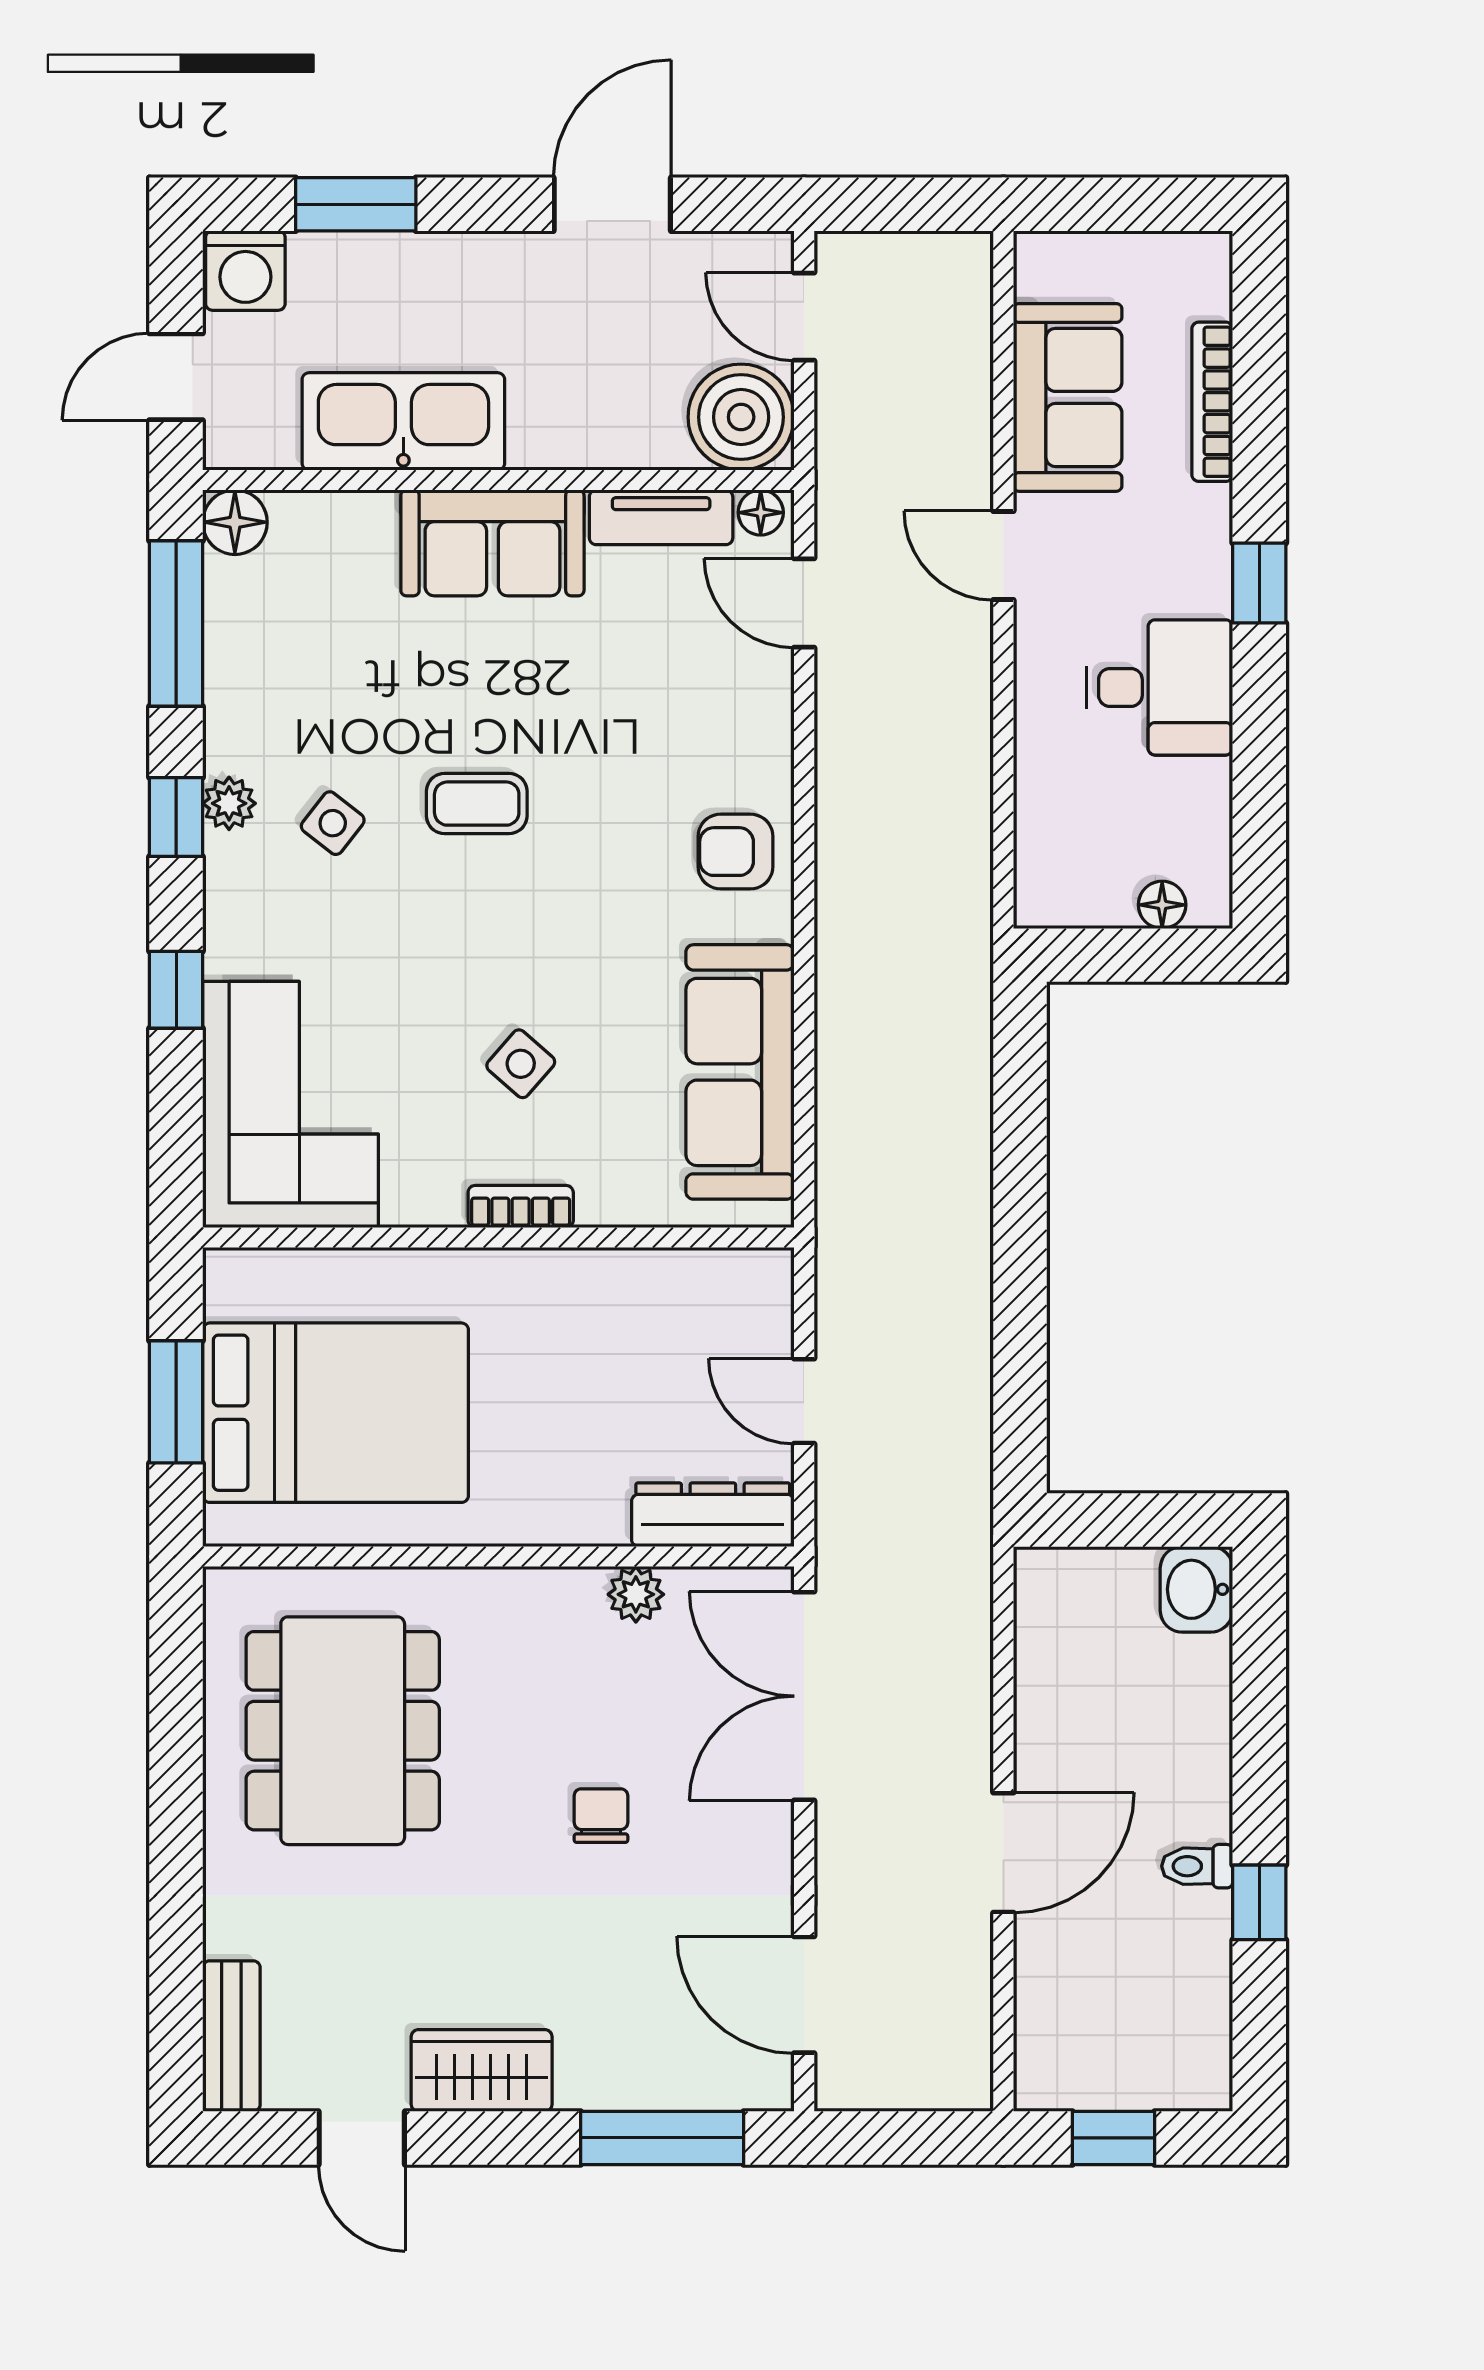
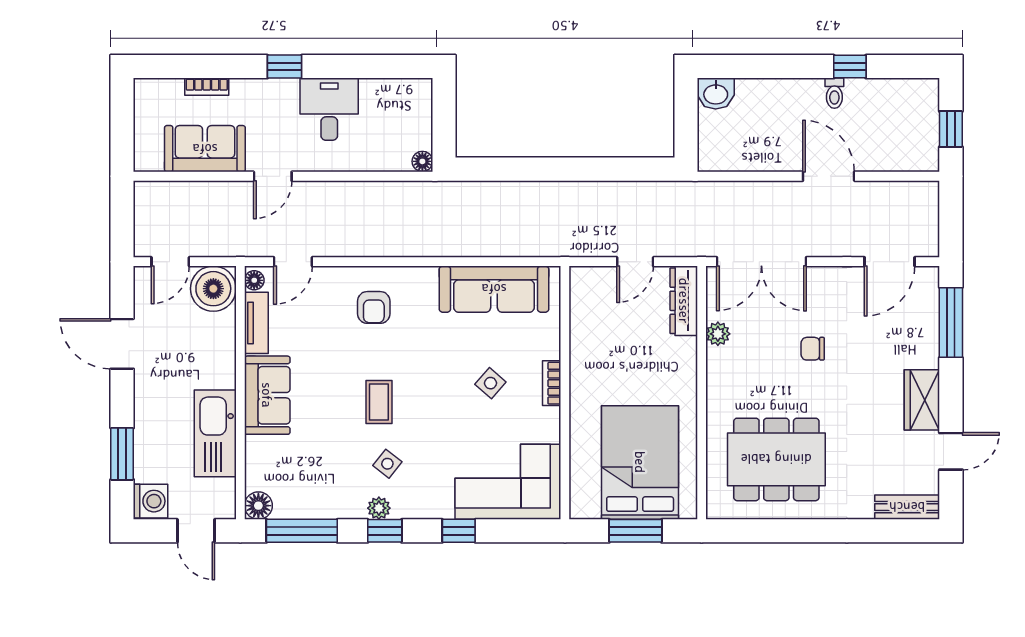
bookcase: (1212, 402) -> (207, 87), width x0.64
armchair: (735, 852) -> (374, 307), moved
floor lamp: (1162, 905) -> (422, 161), moved

